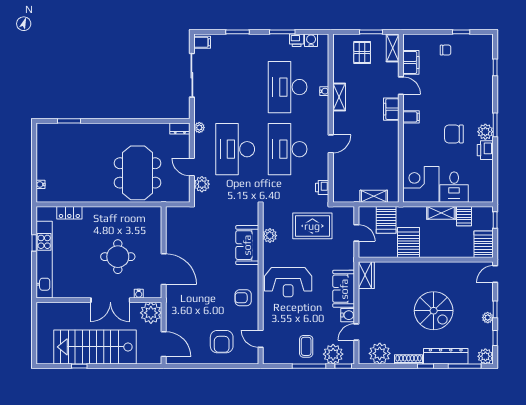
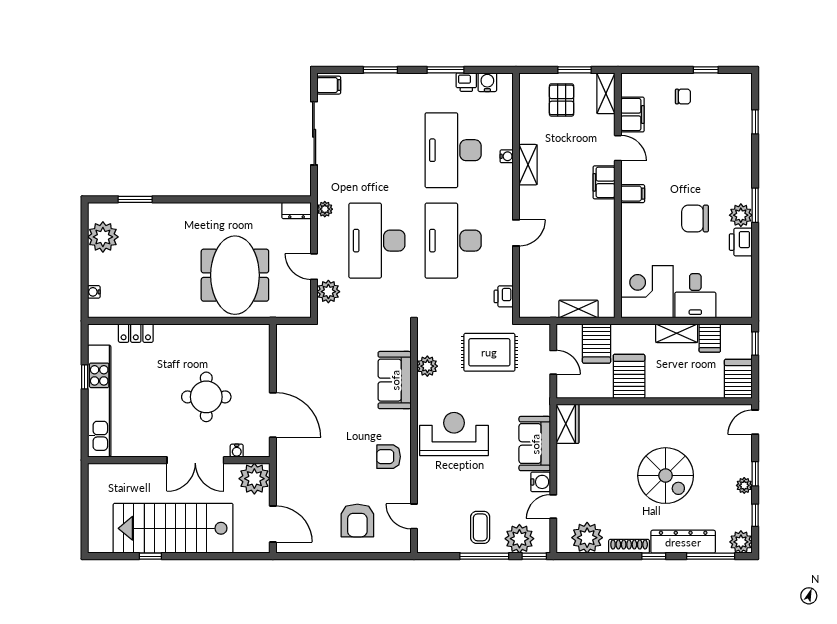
plant: (47, 147) -> (103, 237), added
reception desk: (288, 282) -> (454, 434), turned 180

